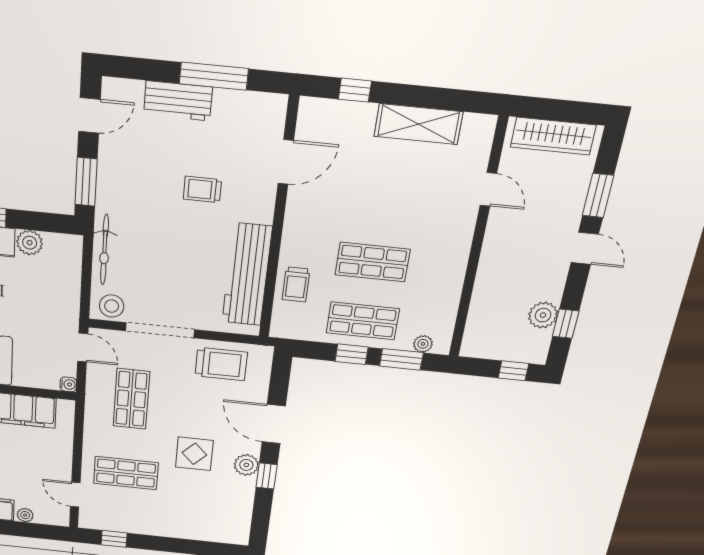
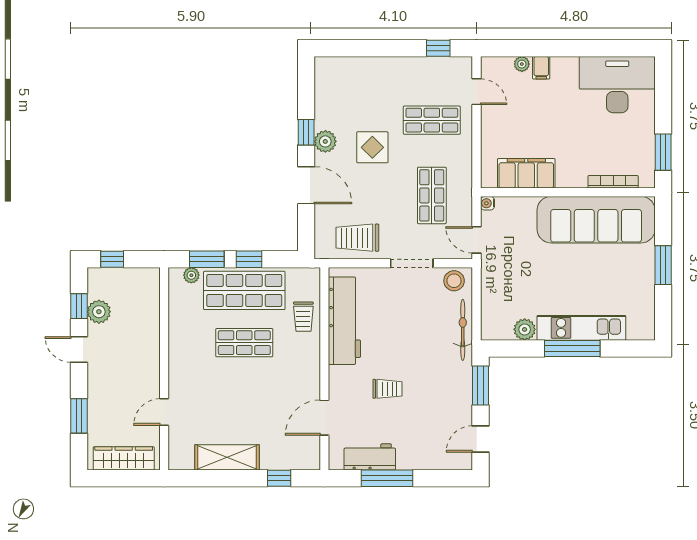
workbench: (178, 101) -> (370, 457), moved
door: (488, 189) -> (164, 412), hinge flipped
door: (585, 248) -> (79, 350), moved
trolley: (296, 284) -> (303, 317), turned 180
shop shelf: (363, 321) -> (244, 290), width x1.43, depth x1.36
doorway: (160, 330) -> (412, 263), width x0.73

